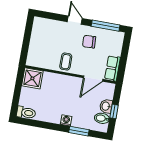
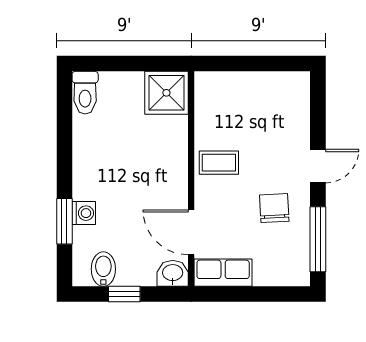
washbasin: (106, 106) -> (173, 273), moved
washing machine: (66, 120) -> (84, 213), moved

